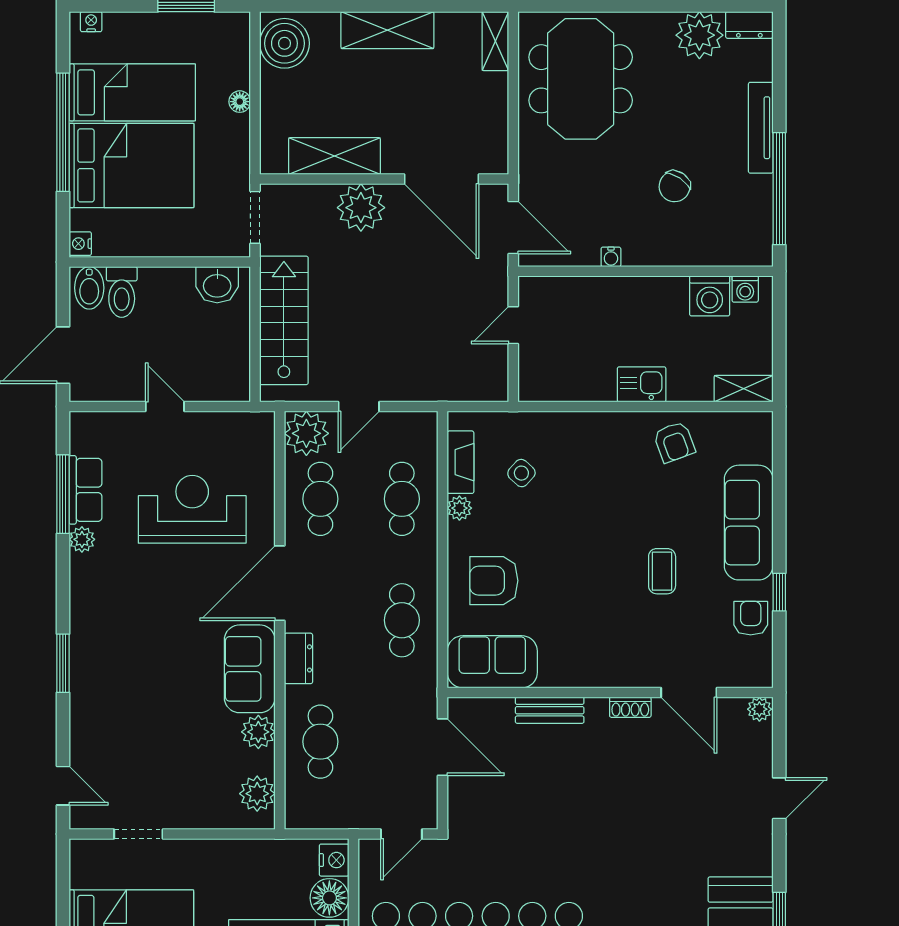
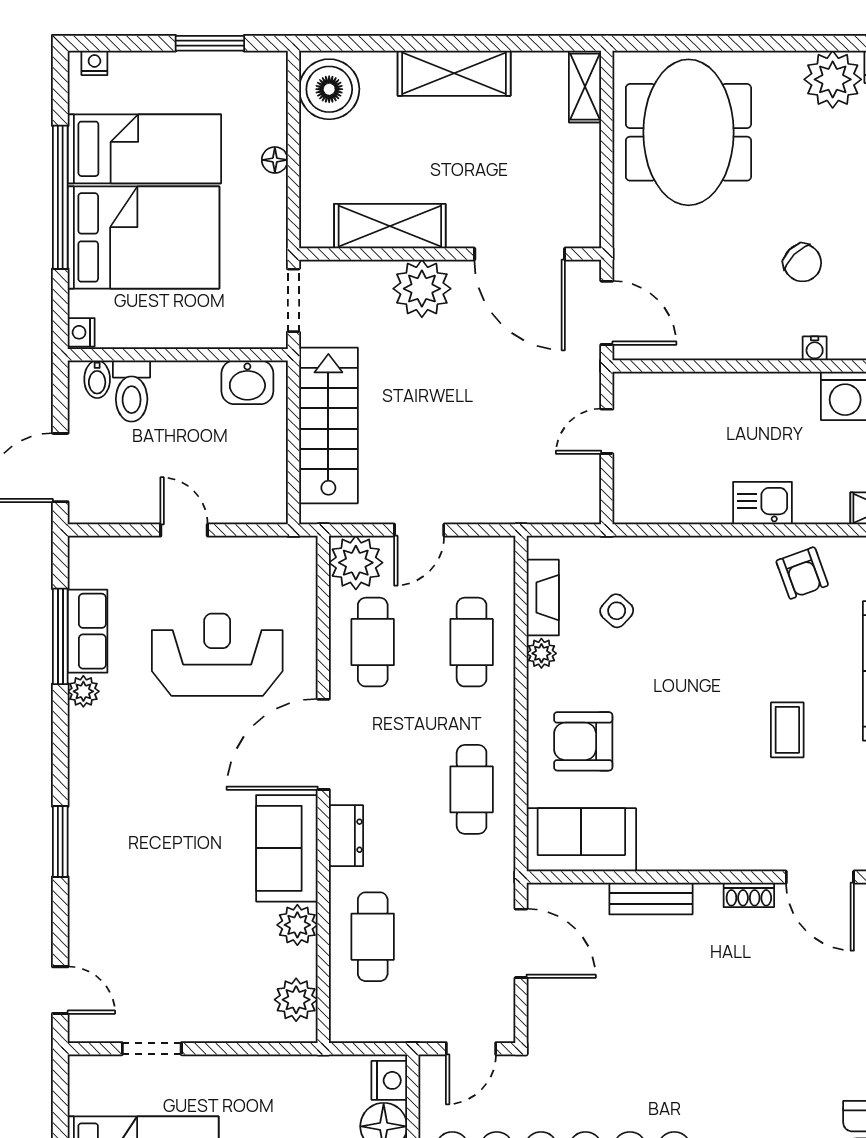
chair: (675, 186) -> (803, 263), turned -79
water cooler: (611, 257) -> (815, 348), moved
bidet: (89, 288) -> (97, 379), width x0.72, depth x0.74

